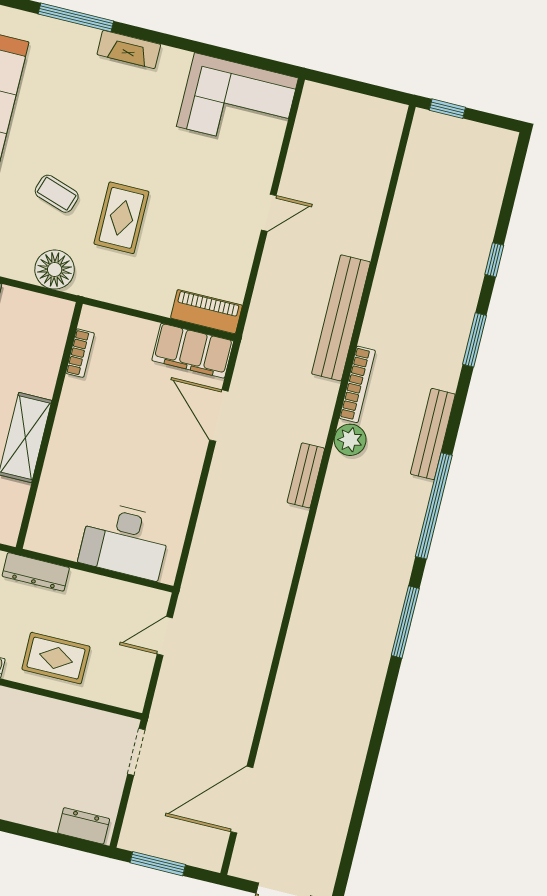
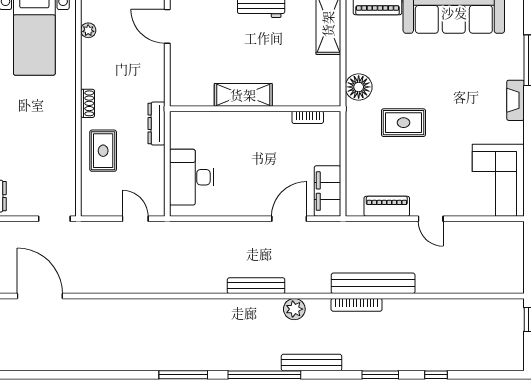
coffee table: (57, 194) -> (409, 76), removed
piano: (206, 312) -> (387, 206), moved, turned -90
bookcase: (357, 384) -> (357, 305), moved
bench: (306, 475) -> (256, 286), width x1.36

